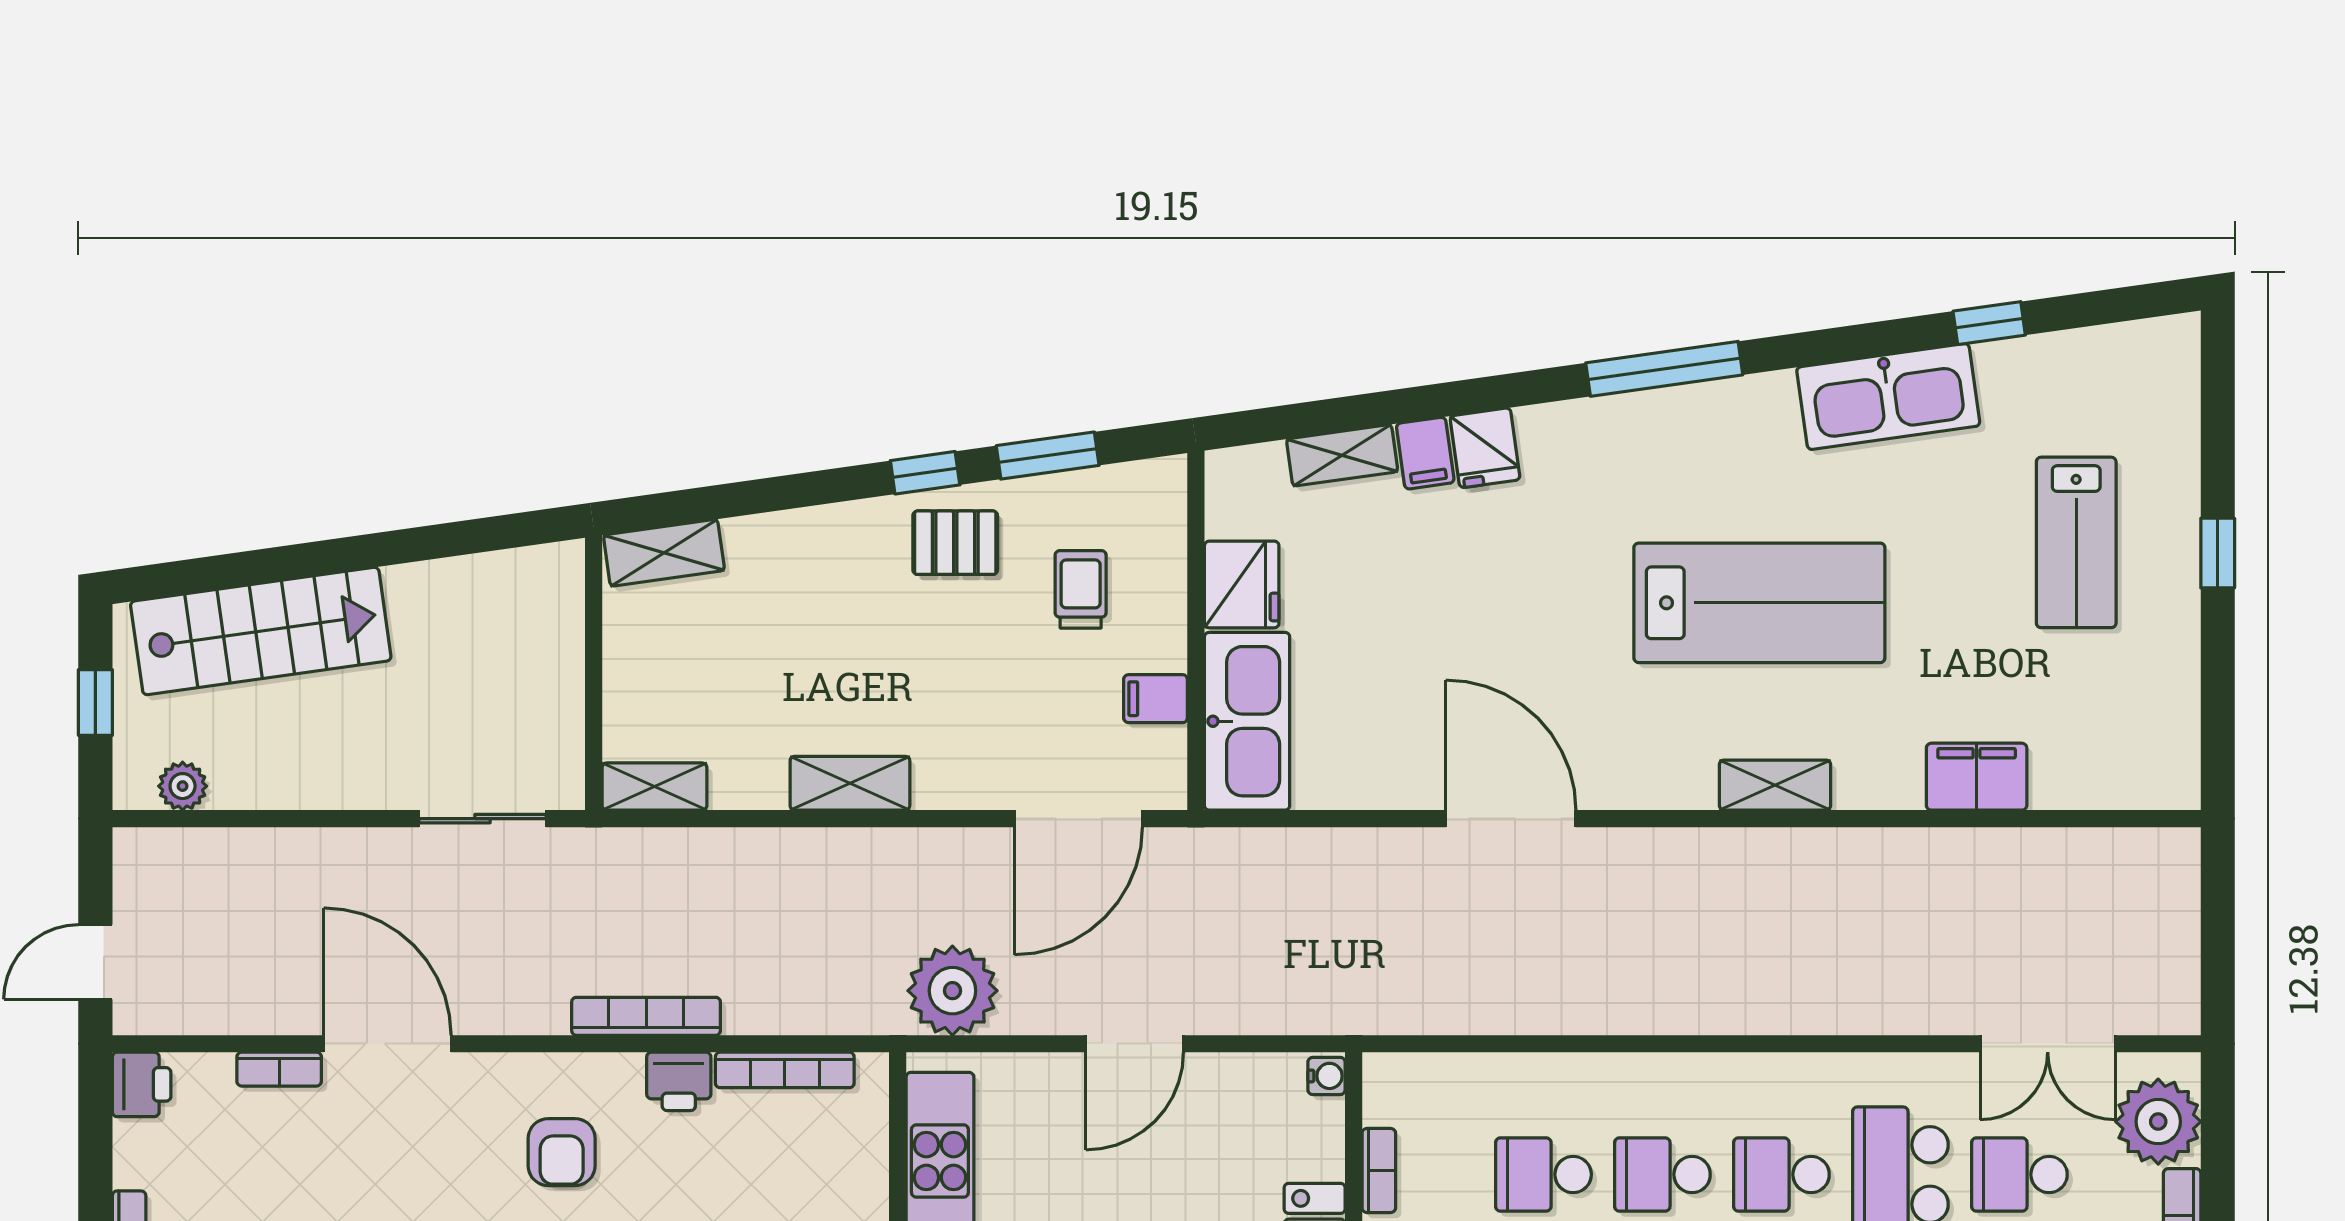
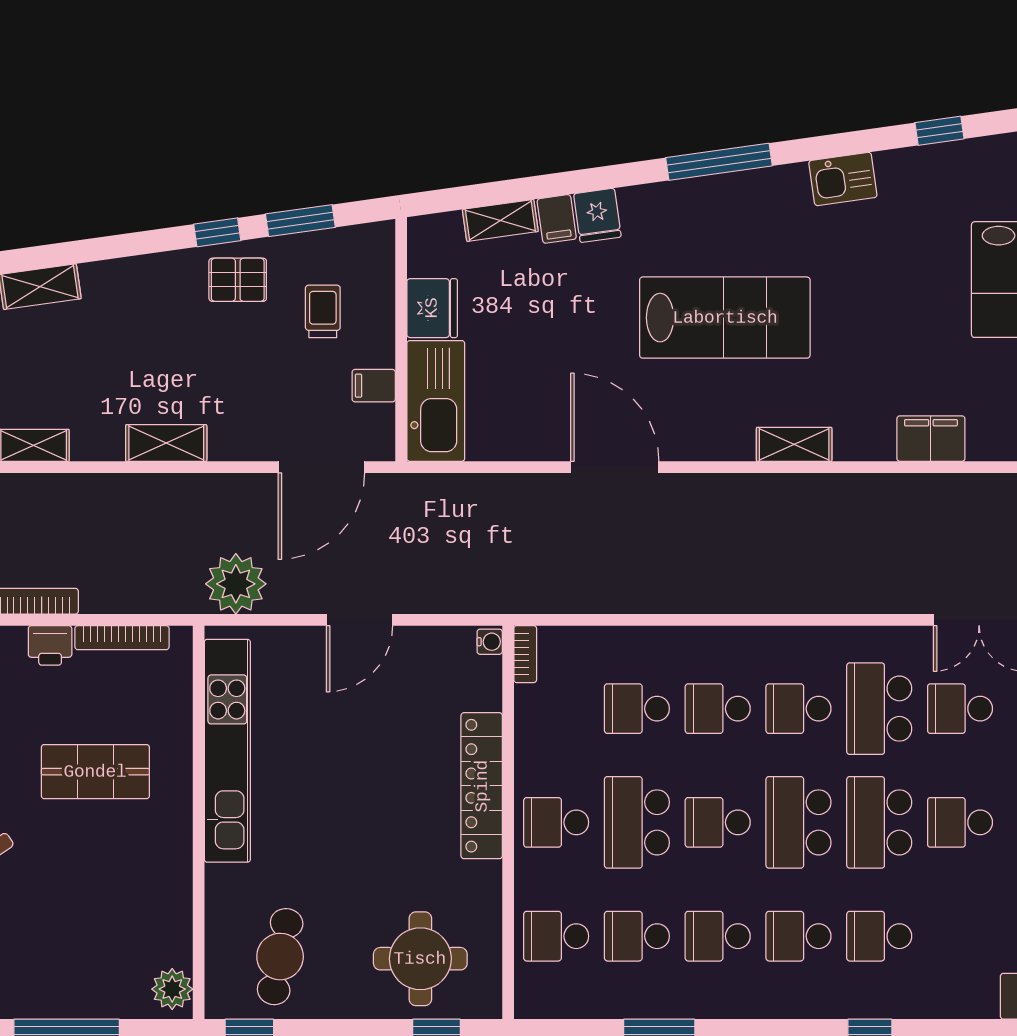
kitchen sink: (1888, 397) -> (843, 179), width x0.53, depth x0.81
lab bench: (1759, 603) -> (725, 318), moved
bookcase: (1379, 1170) -> (525, 654), moved

